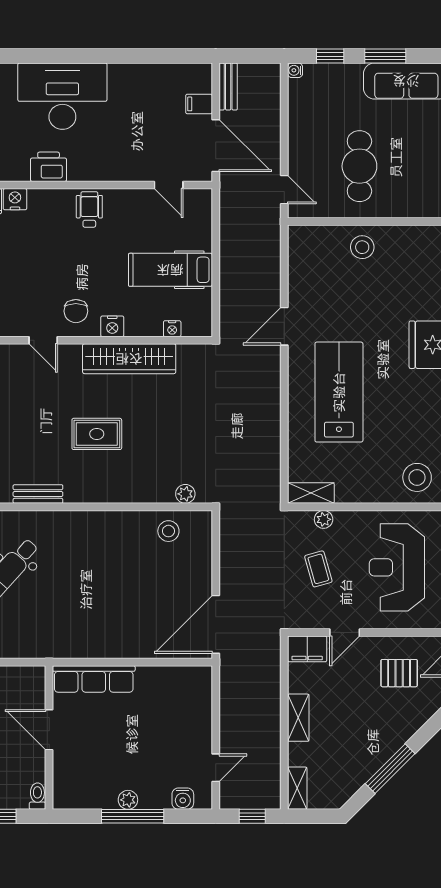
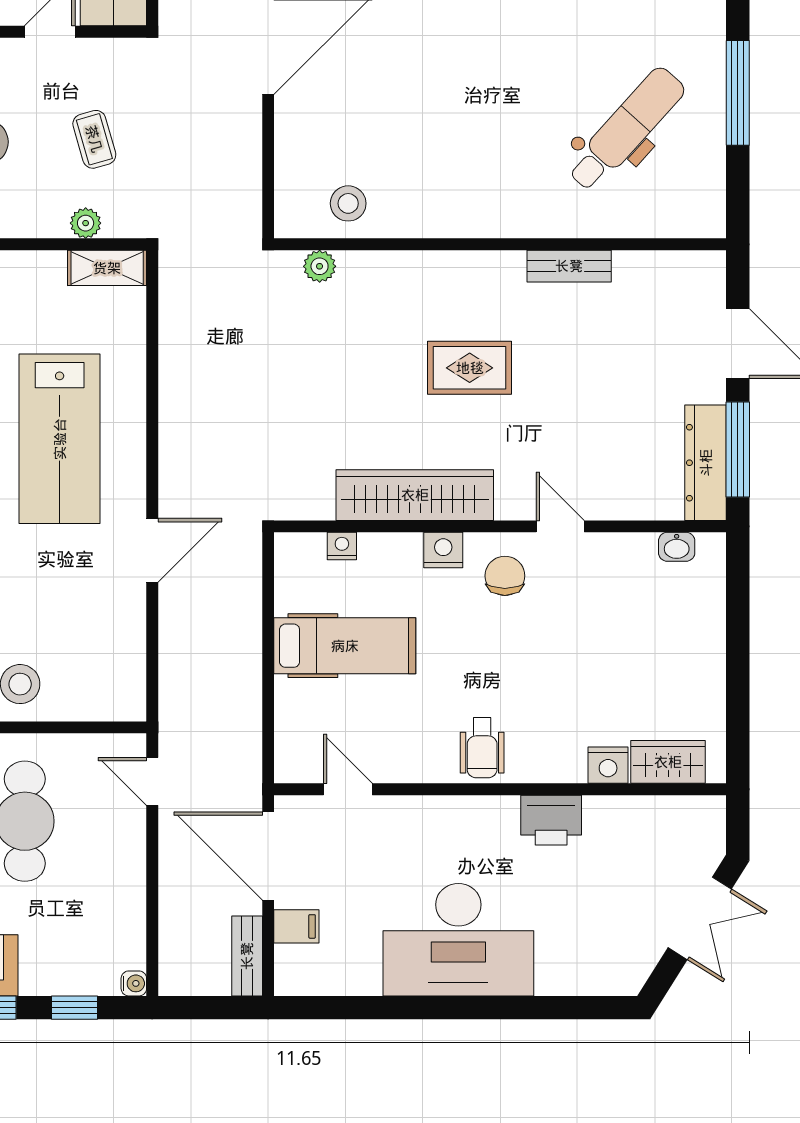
desk: (62, 96) -> (458, 940), moved

